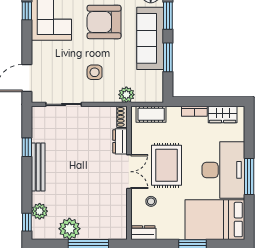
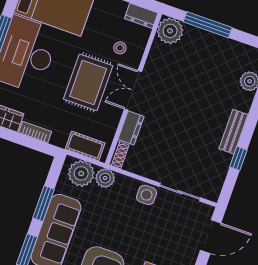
side table: (95, 72) -> (147, 195), moved
plant: (147, 92) -> (81, 173), added
bench: (38, 167) -> (234, 132), width x0.73
plant: (69, 229) -> (170, 31), moved

